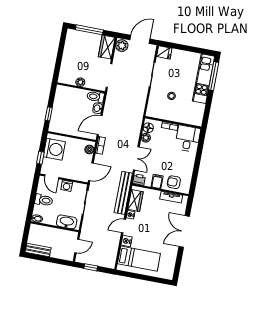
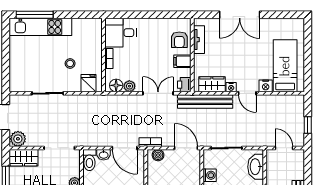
fridge: (164, 52) -> (89, 83), moved

